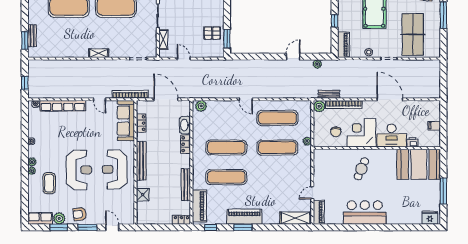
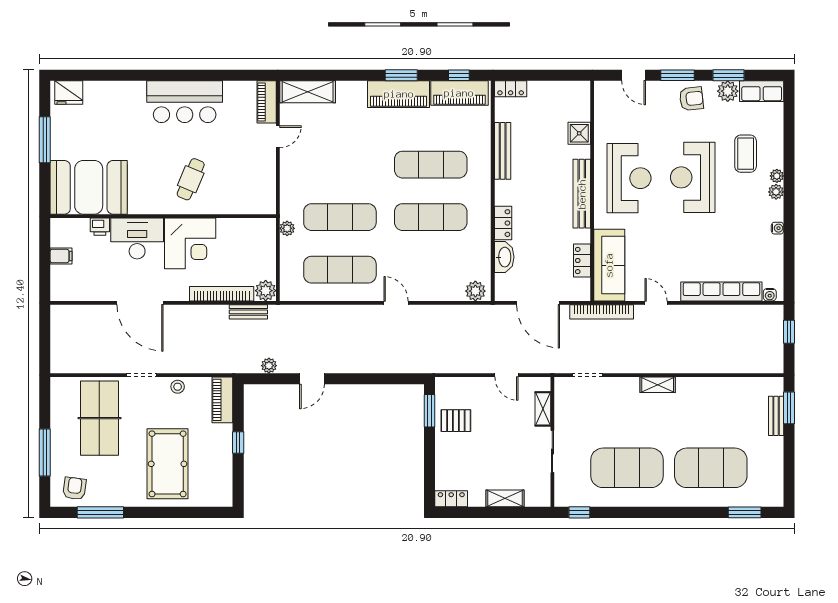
chair: (336, 132) -> (236, 245), removed
piano: (199, 206) -> (459, 93), moved, turned -90

